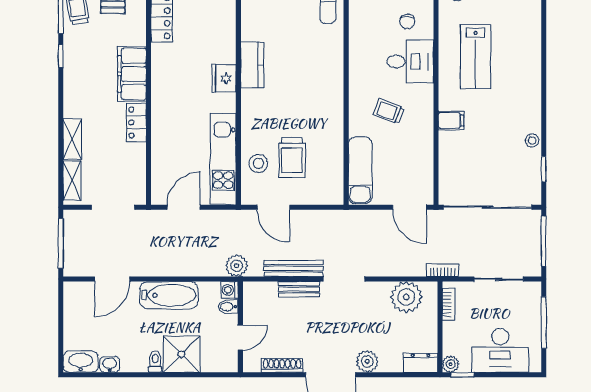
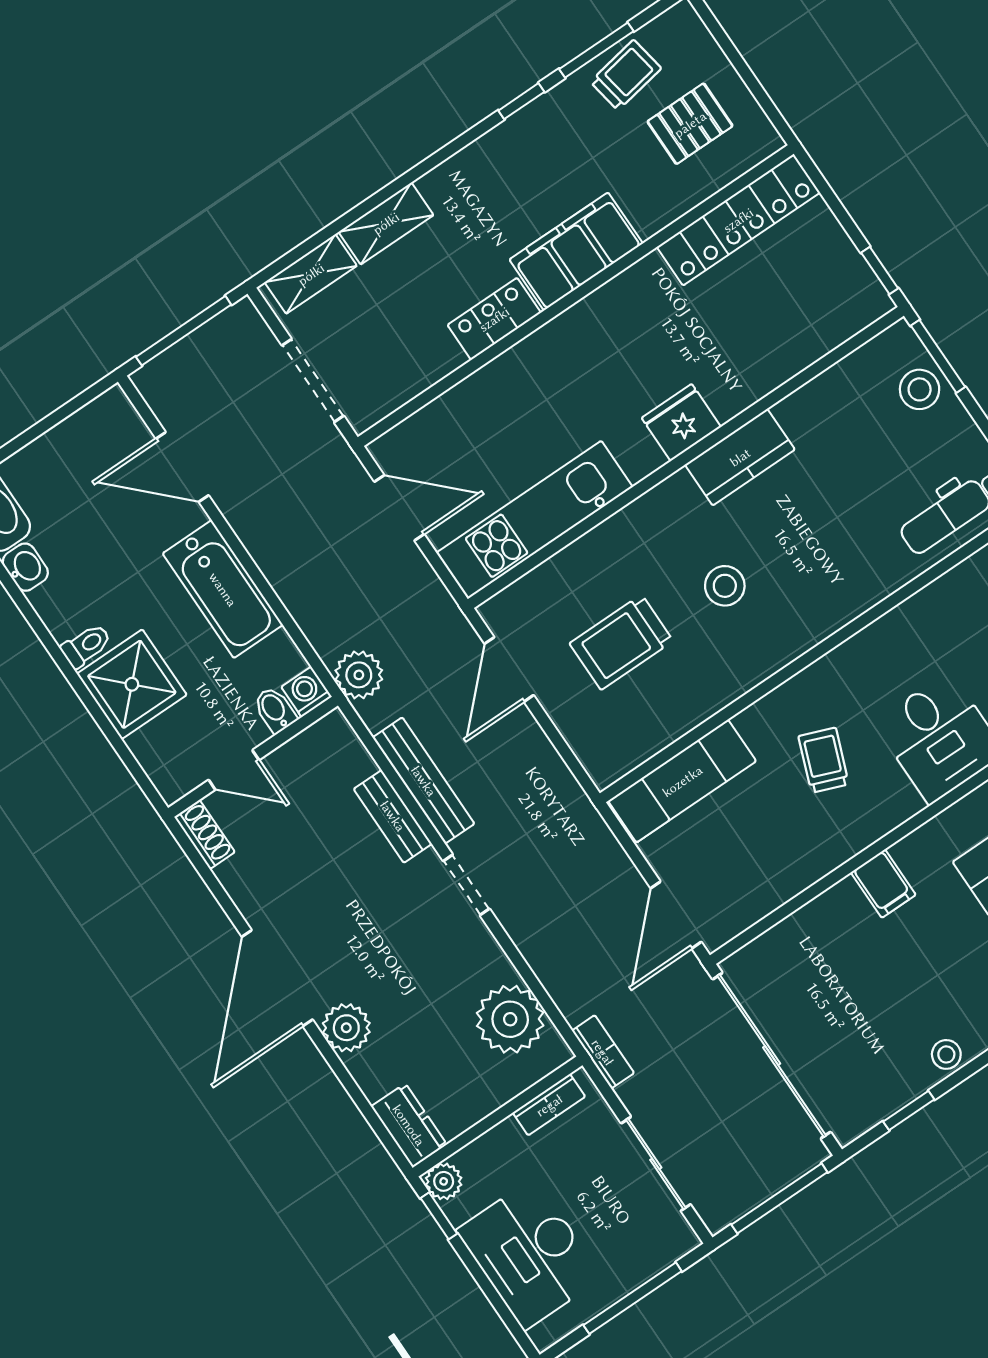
stool: (258, 163) -> (725, 586), moved
doorway: (344, 279) -> (466, 885), width x0.73
shoe rack: (282, 365) -> (205, 834), moved, width x0.70

